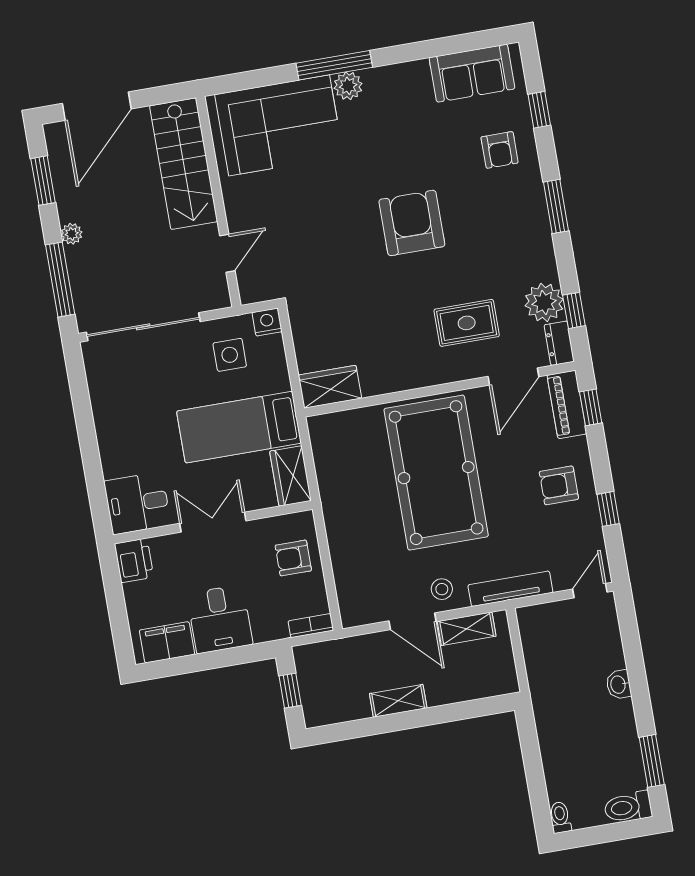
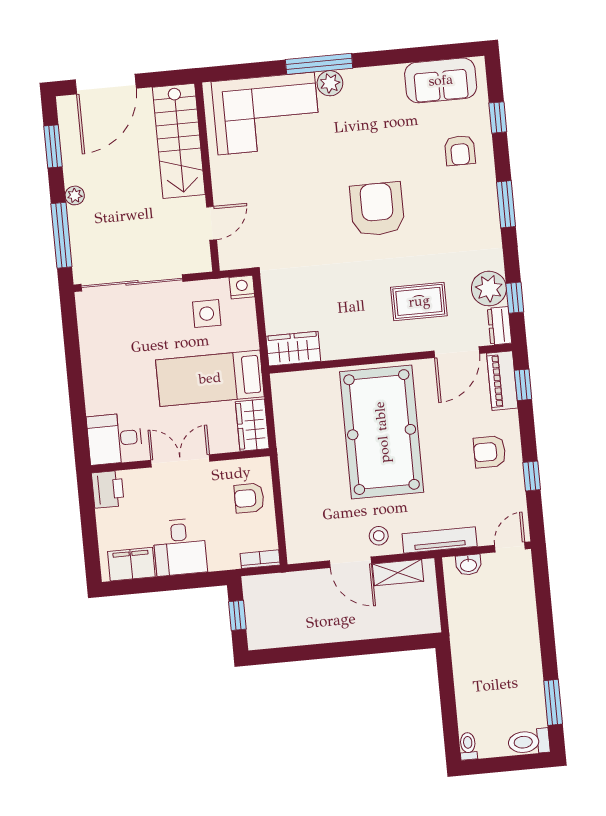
washbasin: (619, 685) -> (468, 565), moved, turned -90
shelving: (398, 701) -> (332, 632), removed

